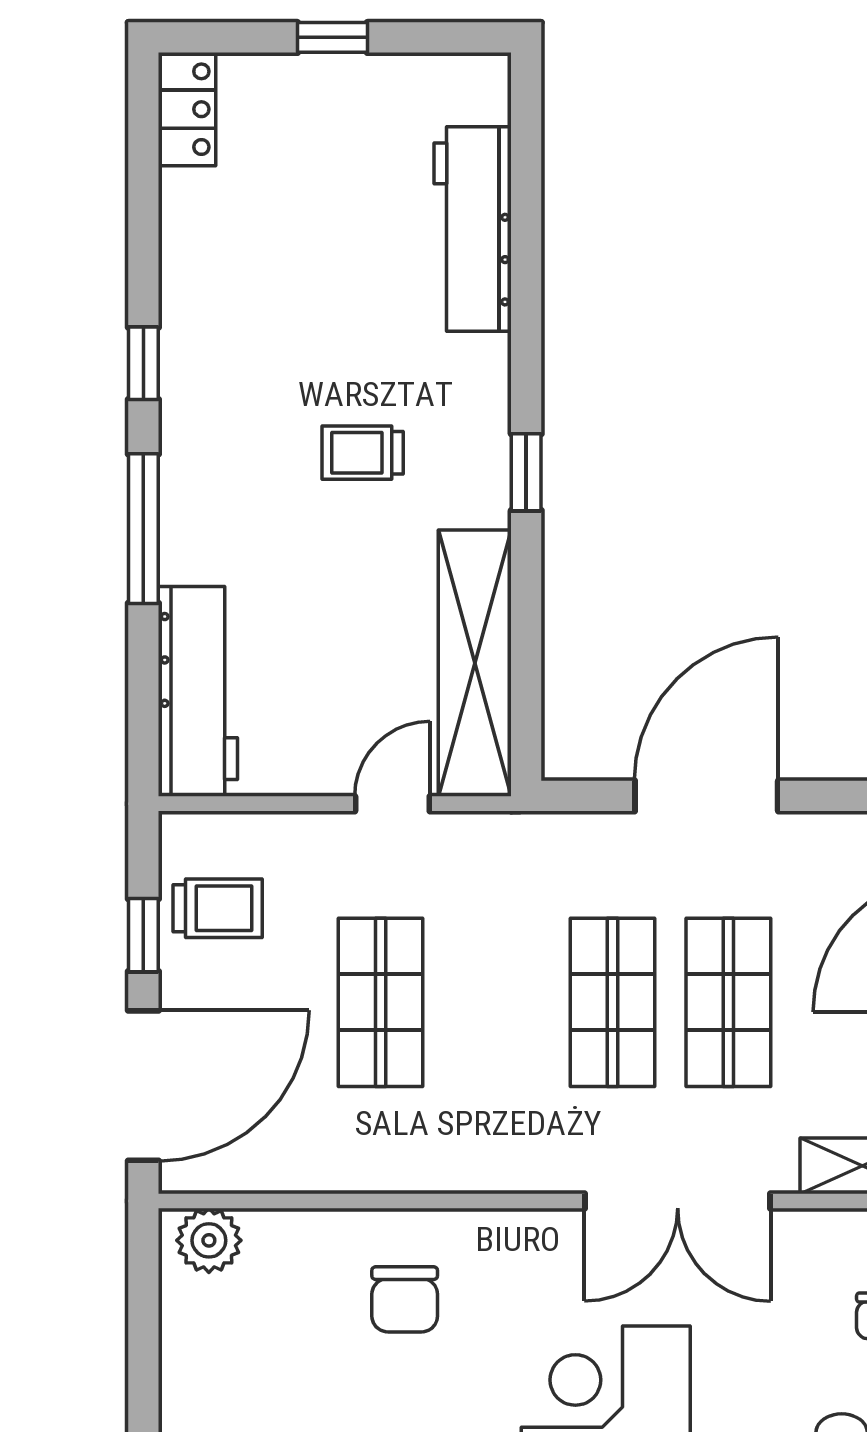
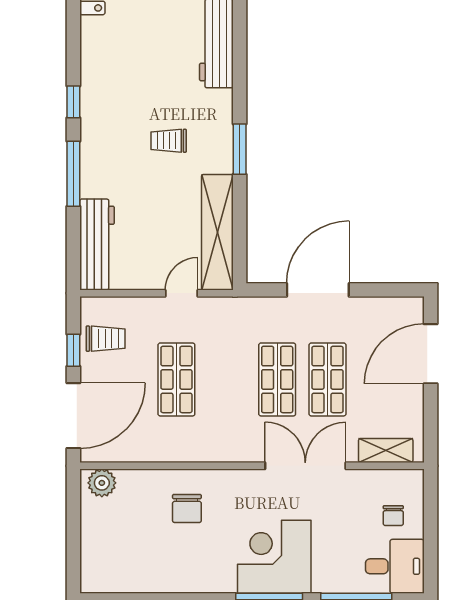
window: (526, 472) -> (240, 149), width x1.50
double door: (678, 1201) -> (305, 466), swing flipped

